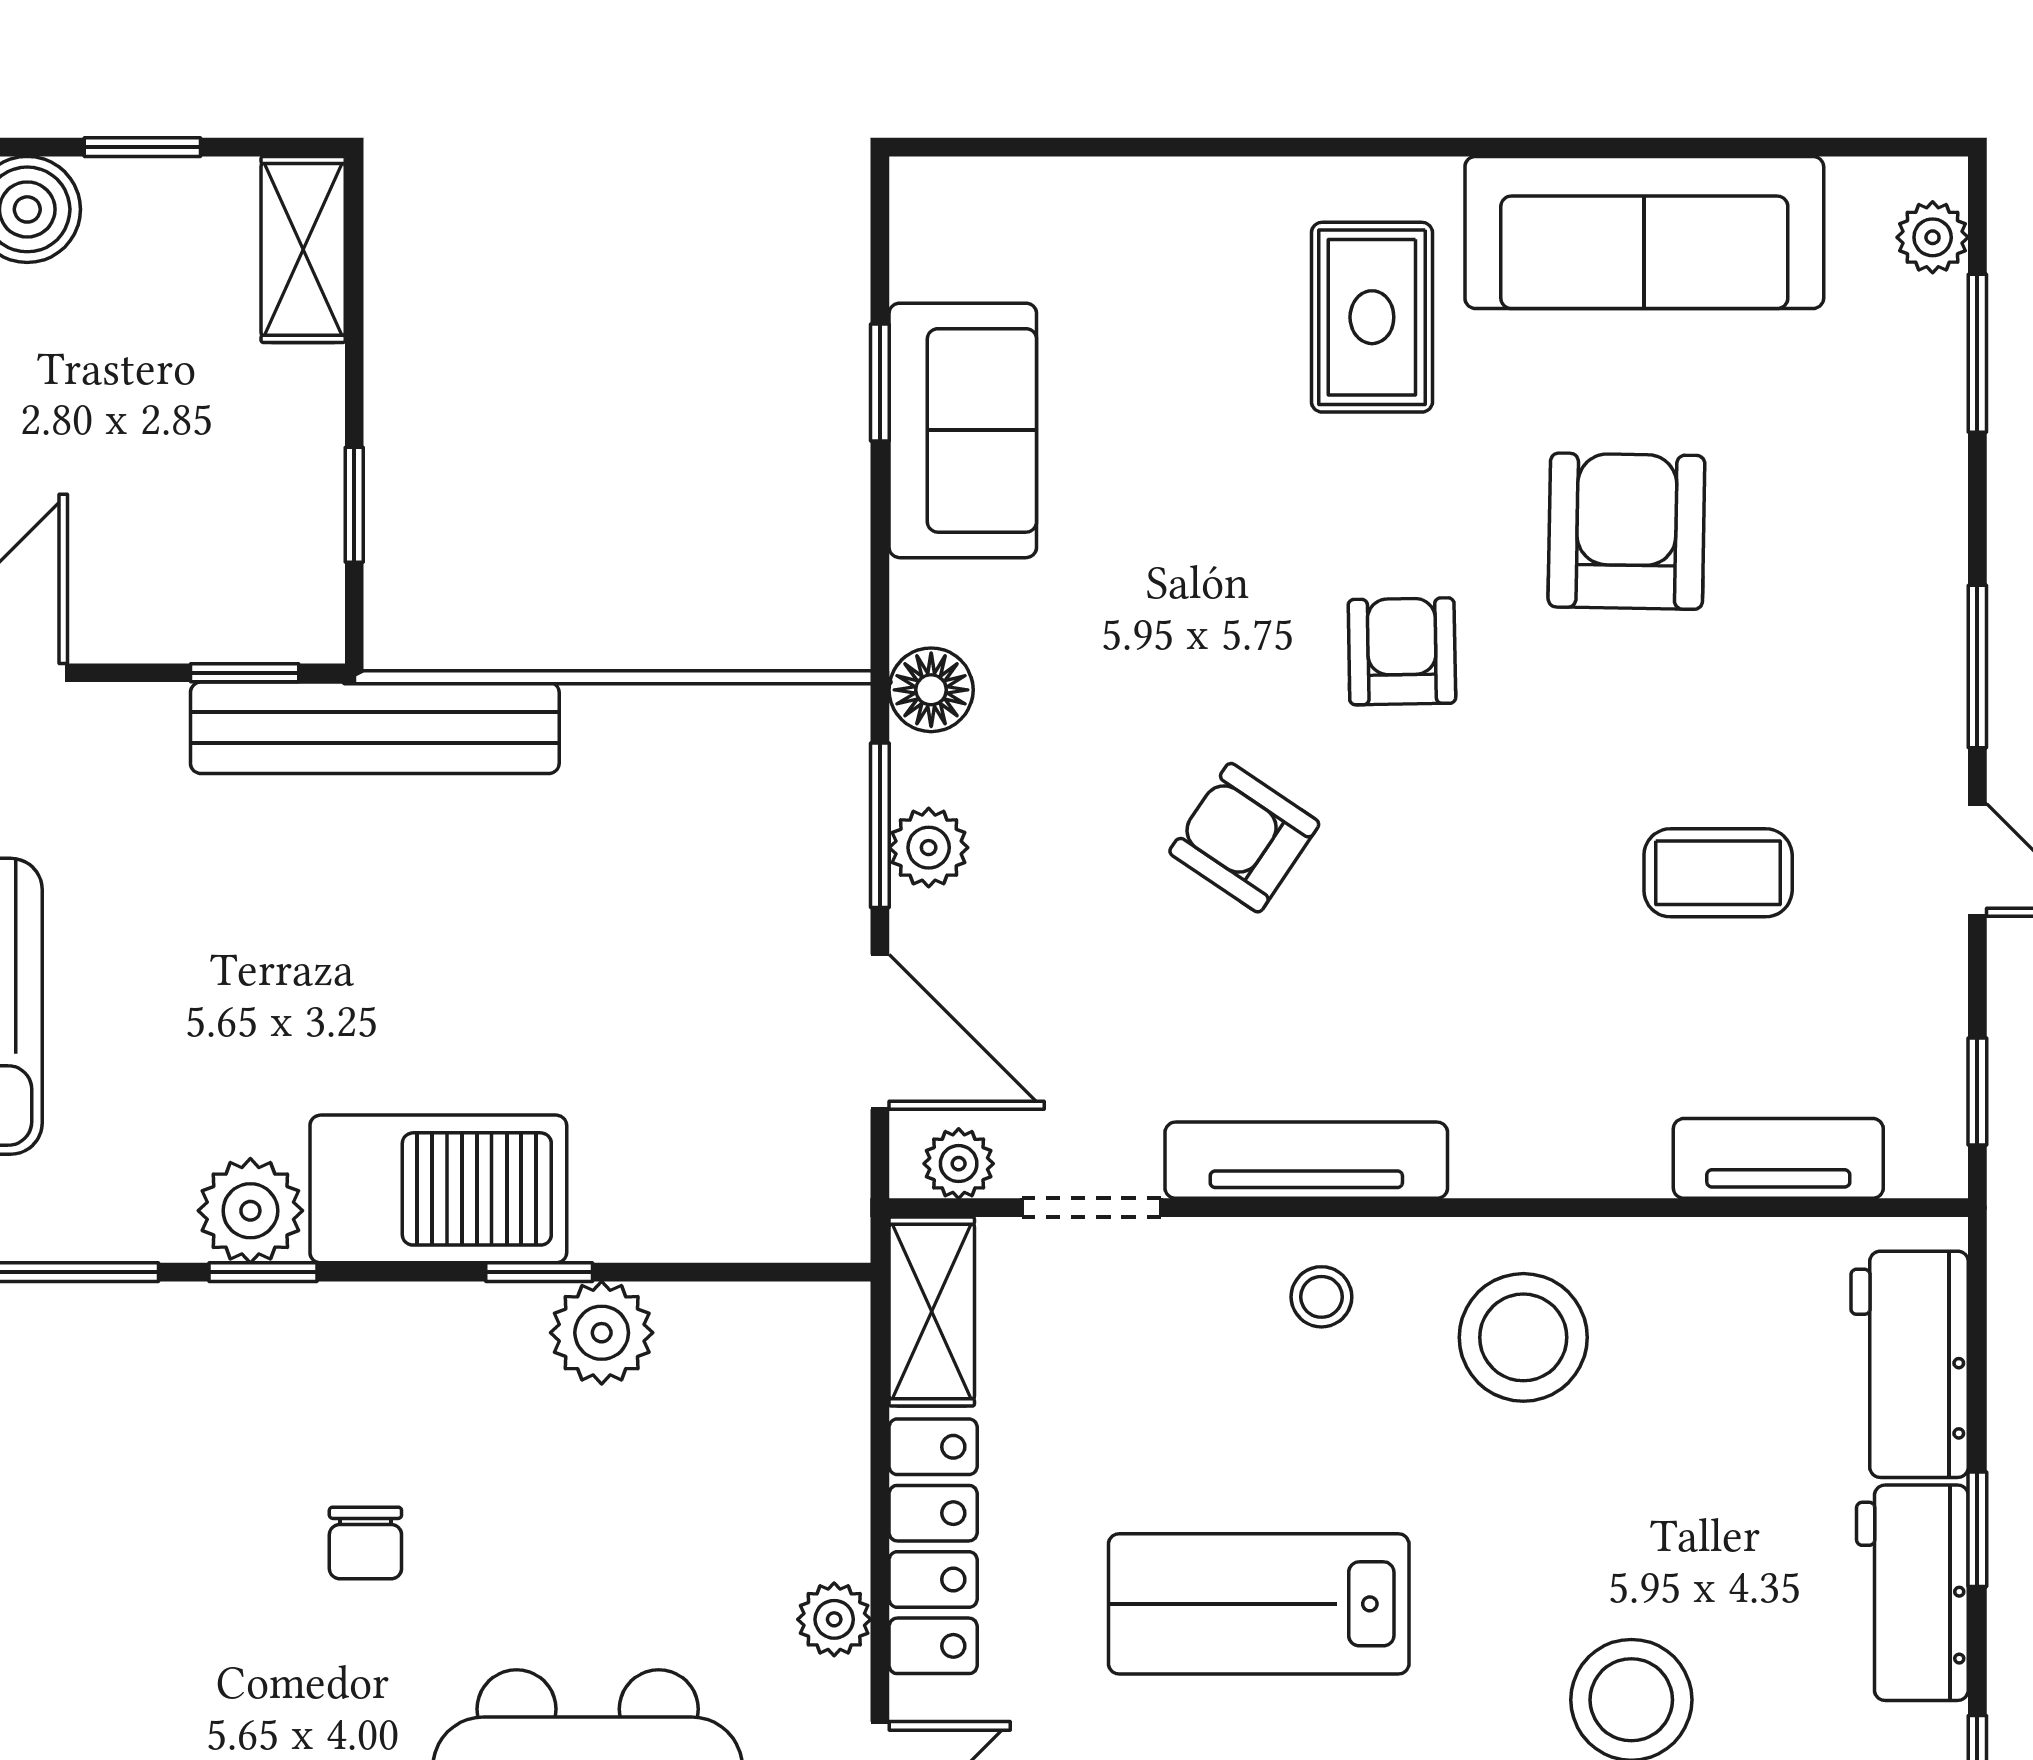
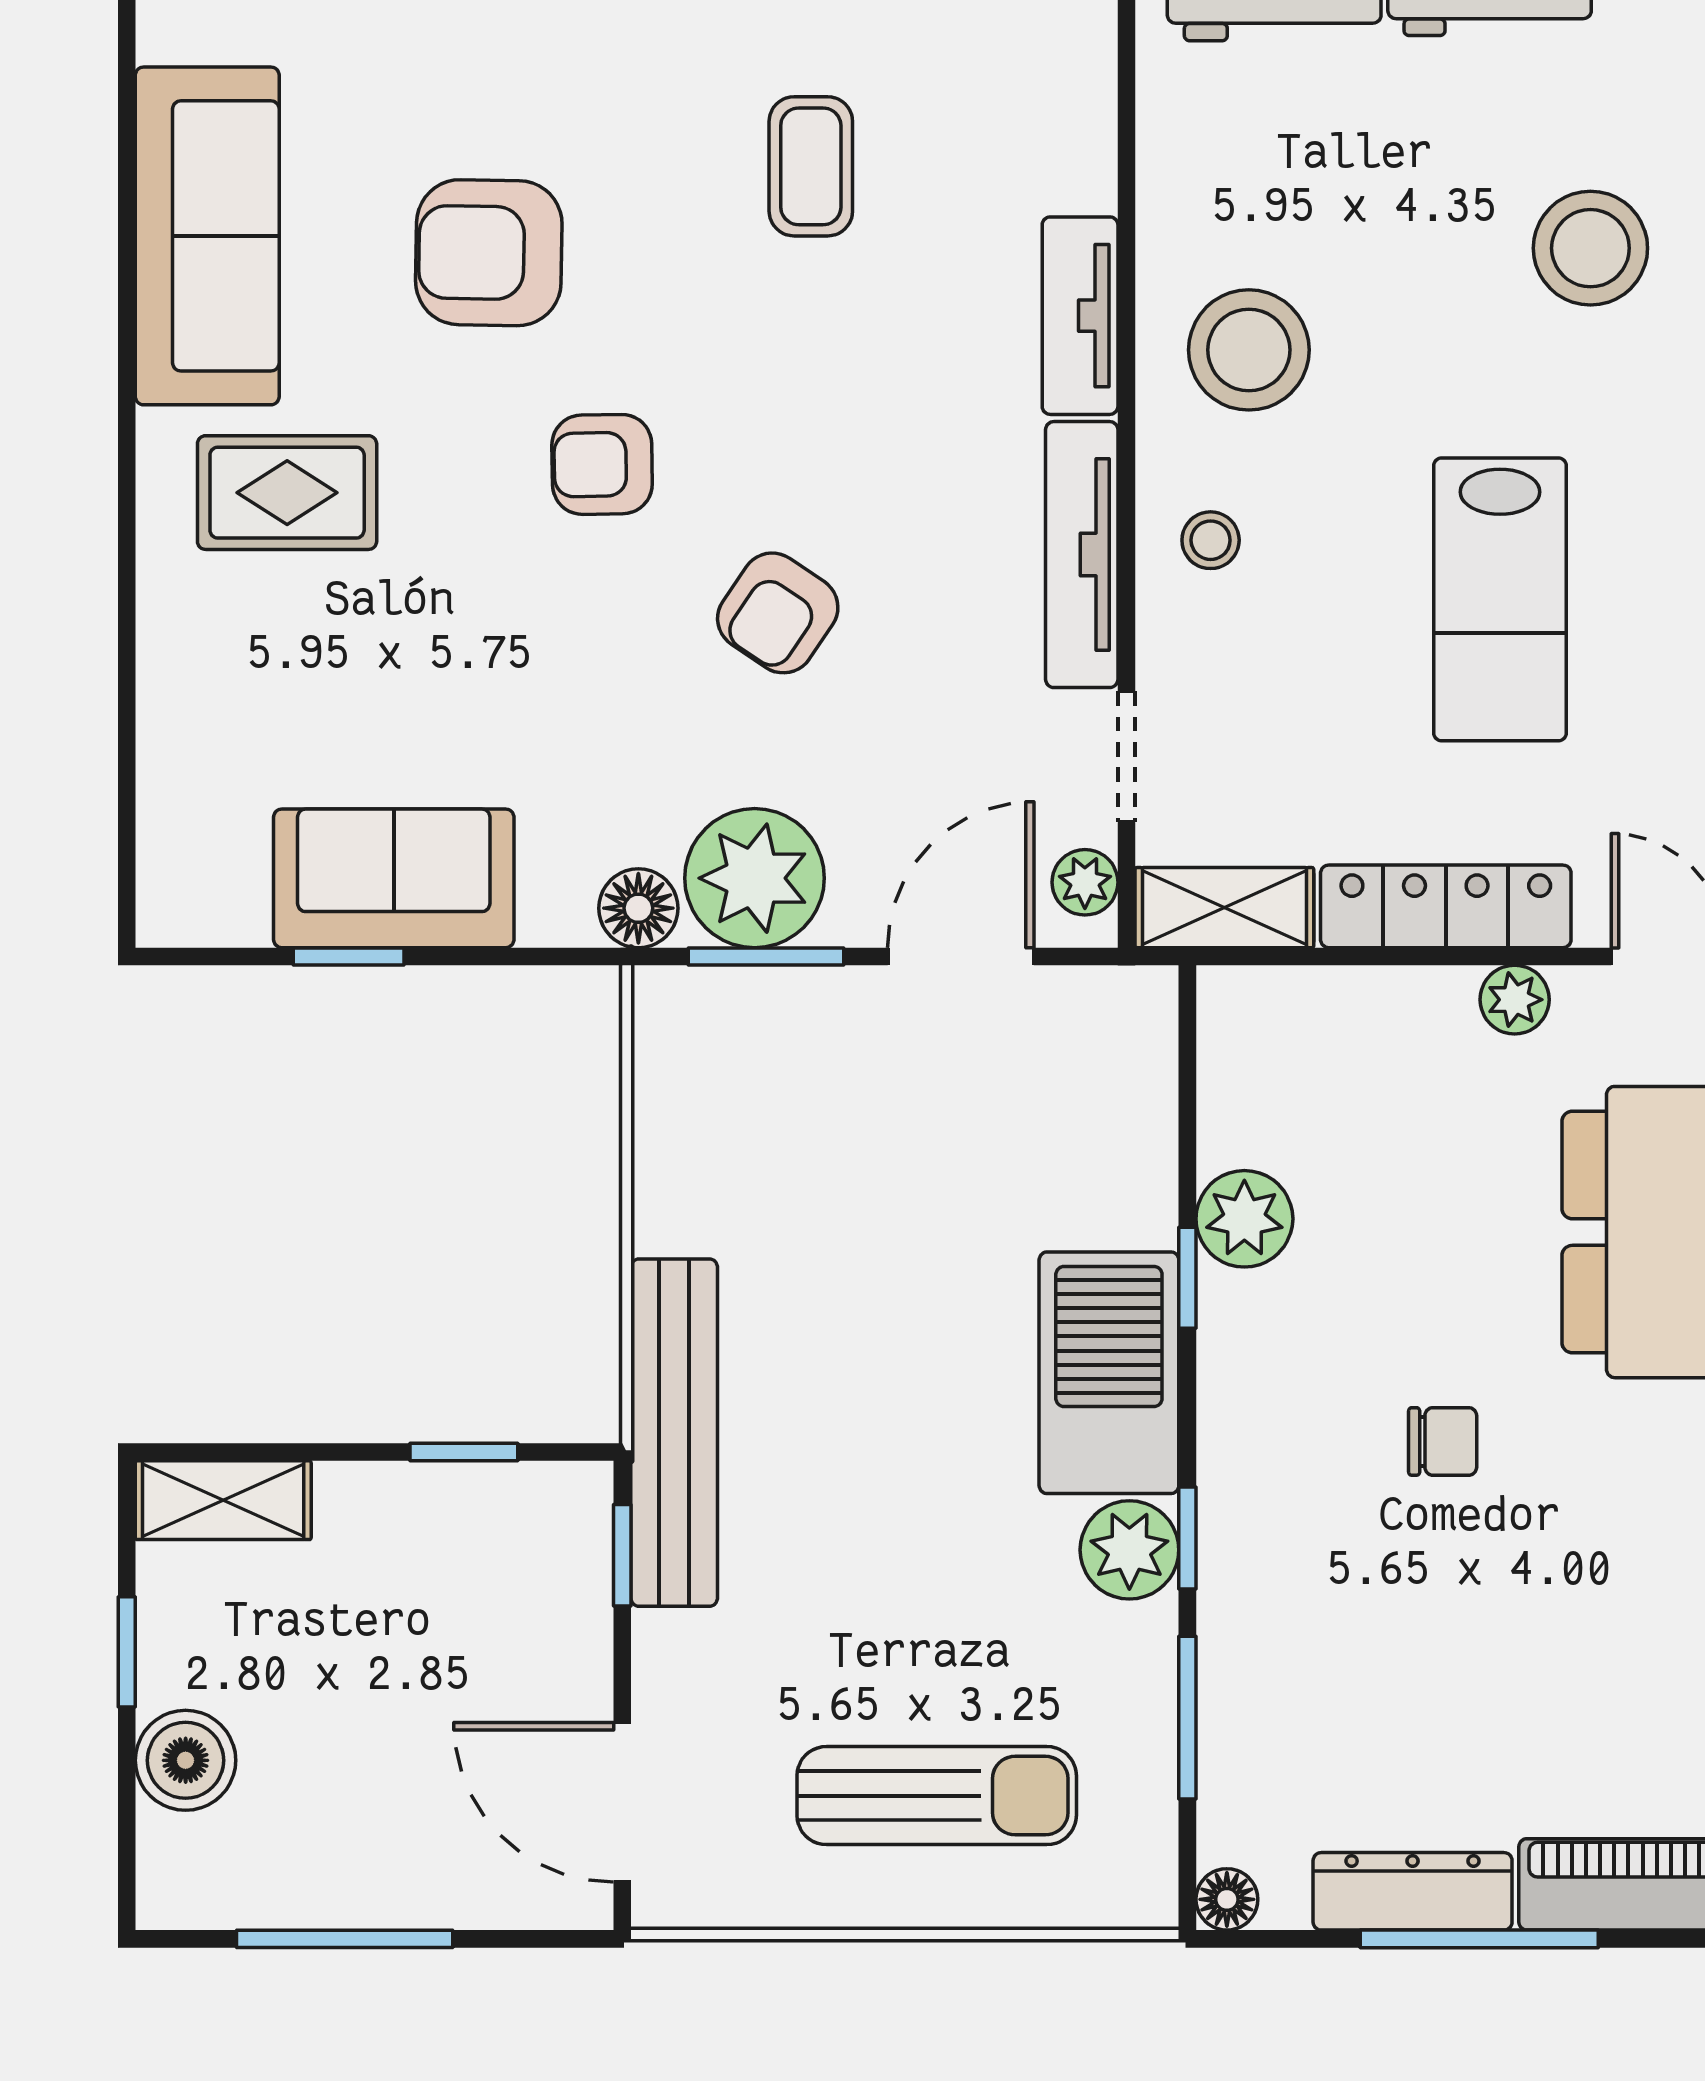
plant: (929, 848) -> (755, 878), width x1.88, depth x1.88
tv unit: (1778, 1158) -> (1080, 316), moved

